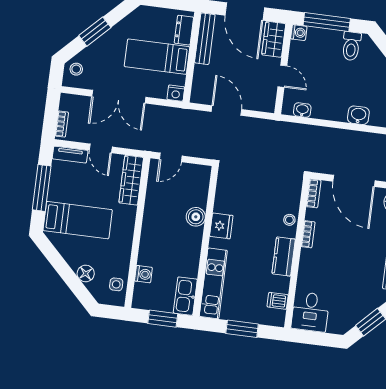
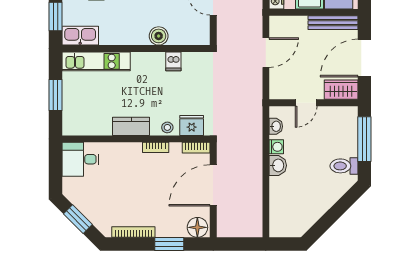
washing machine: (299, 33) -> (276, 147), moved, turned -90
washbasin: (358, 115) -> (278, 165), moved
fridge: (221, 226) -> (192, 126), moved, turned 180
dishwasher: (278, 301) -> (173, 61), moved, turned 180

